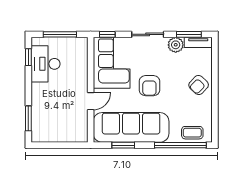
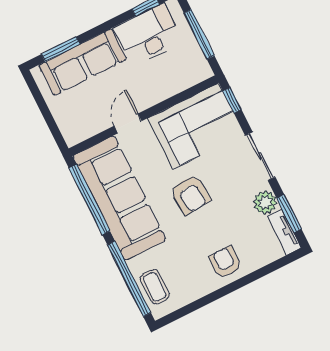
armchair: (199, 85) -> (225, 262), turned 47
armchair: (149, 86) -> (190, 194), turned -95
door: (91, 101) -> (128, 123), swing flipped
sofa: (42, 109) -> (83, 62), added
window: (123, 145) -> (89, 200), width x2.11

